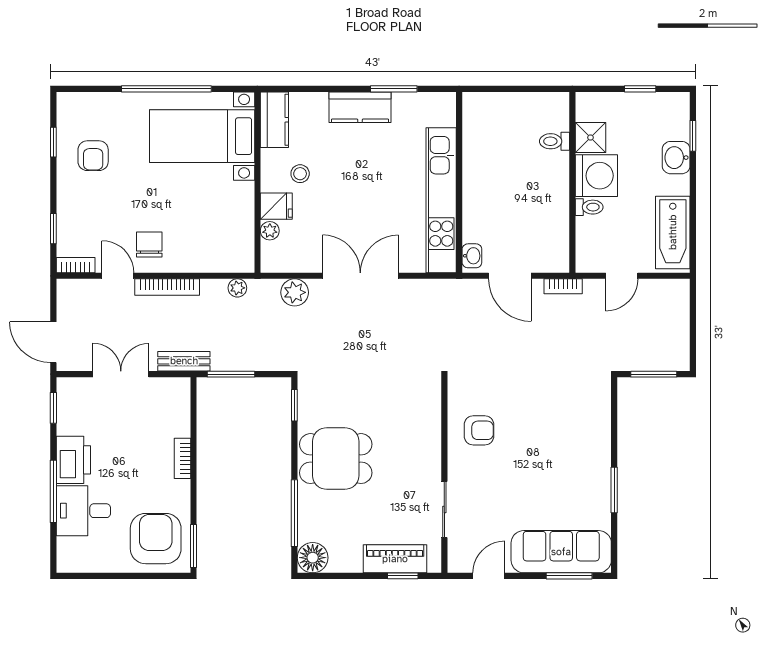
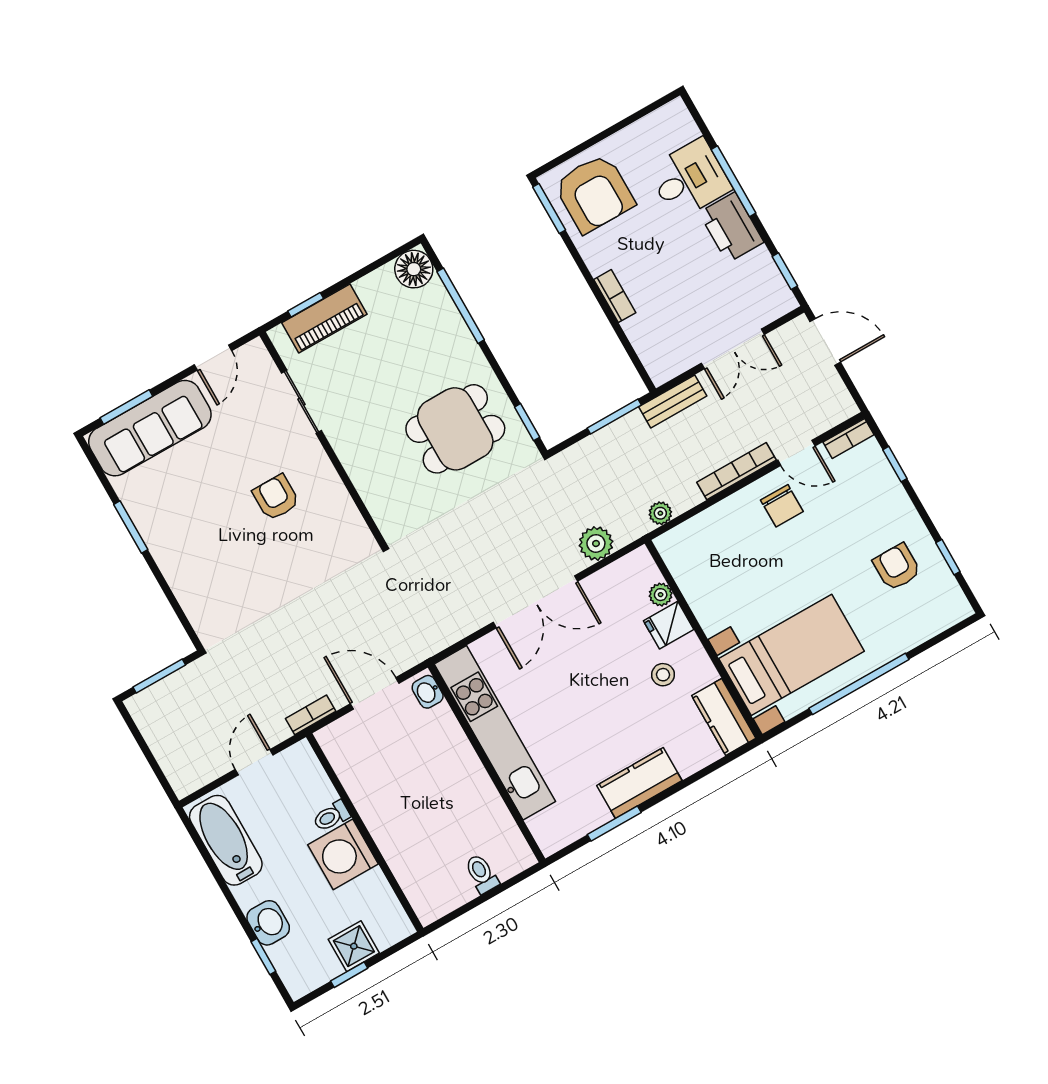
shower: (590, 138) -> (354, 946), moved
toilet: (555, 141) -> (482, 874), moved, turned -90
armchair: (479, 430) -> (276, 497), moved, turned 90
dining table: (336, 459) -> (455, 429), moved

